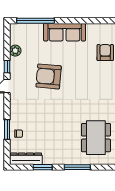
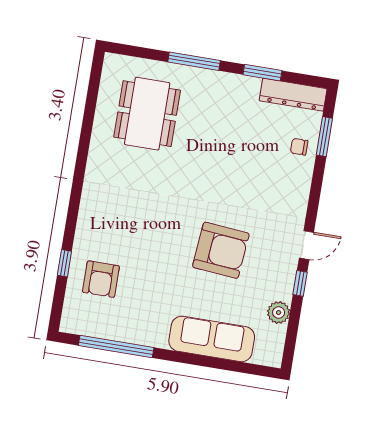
window: (36, 21) -> (116, 346), moved
sofa: (65, 32) -> (212, 339), moved
window: (7, 129) -> (324, 137), moved

